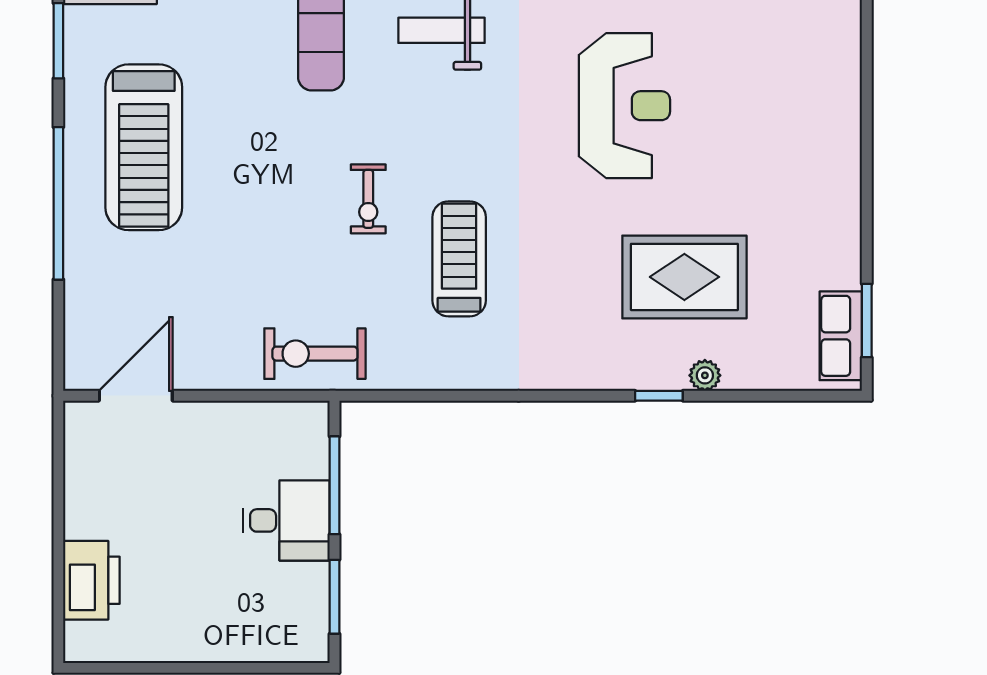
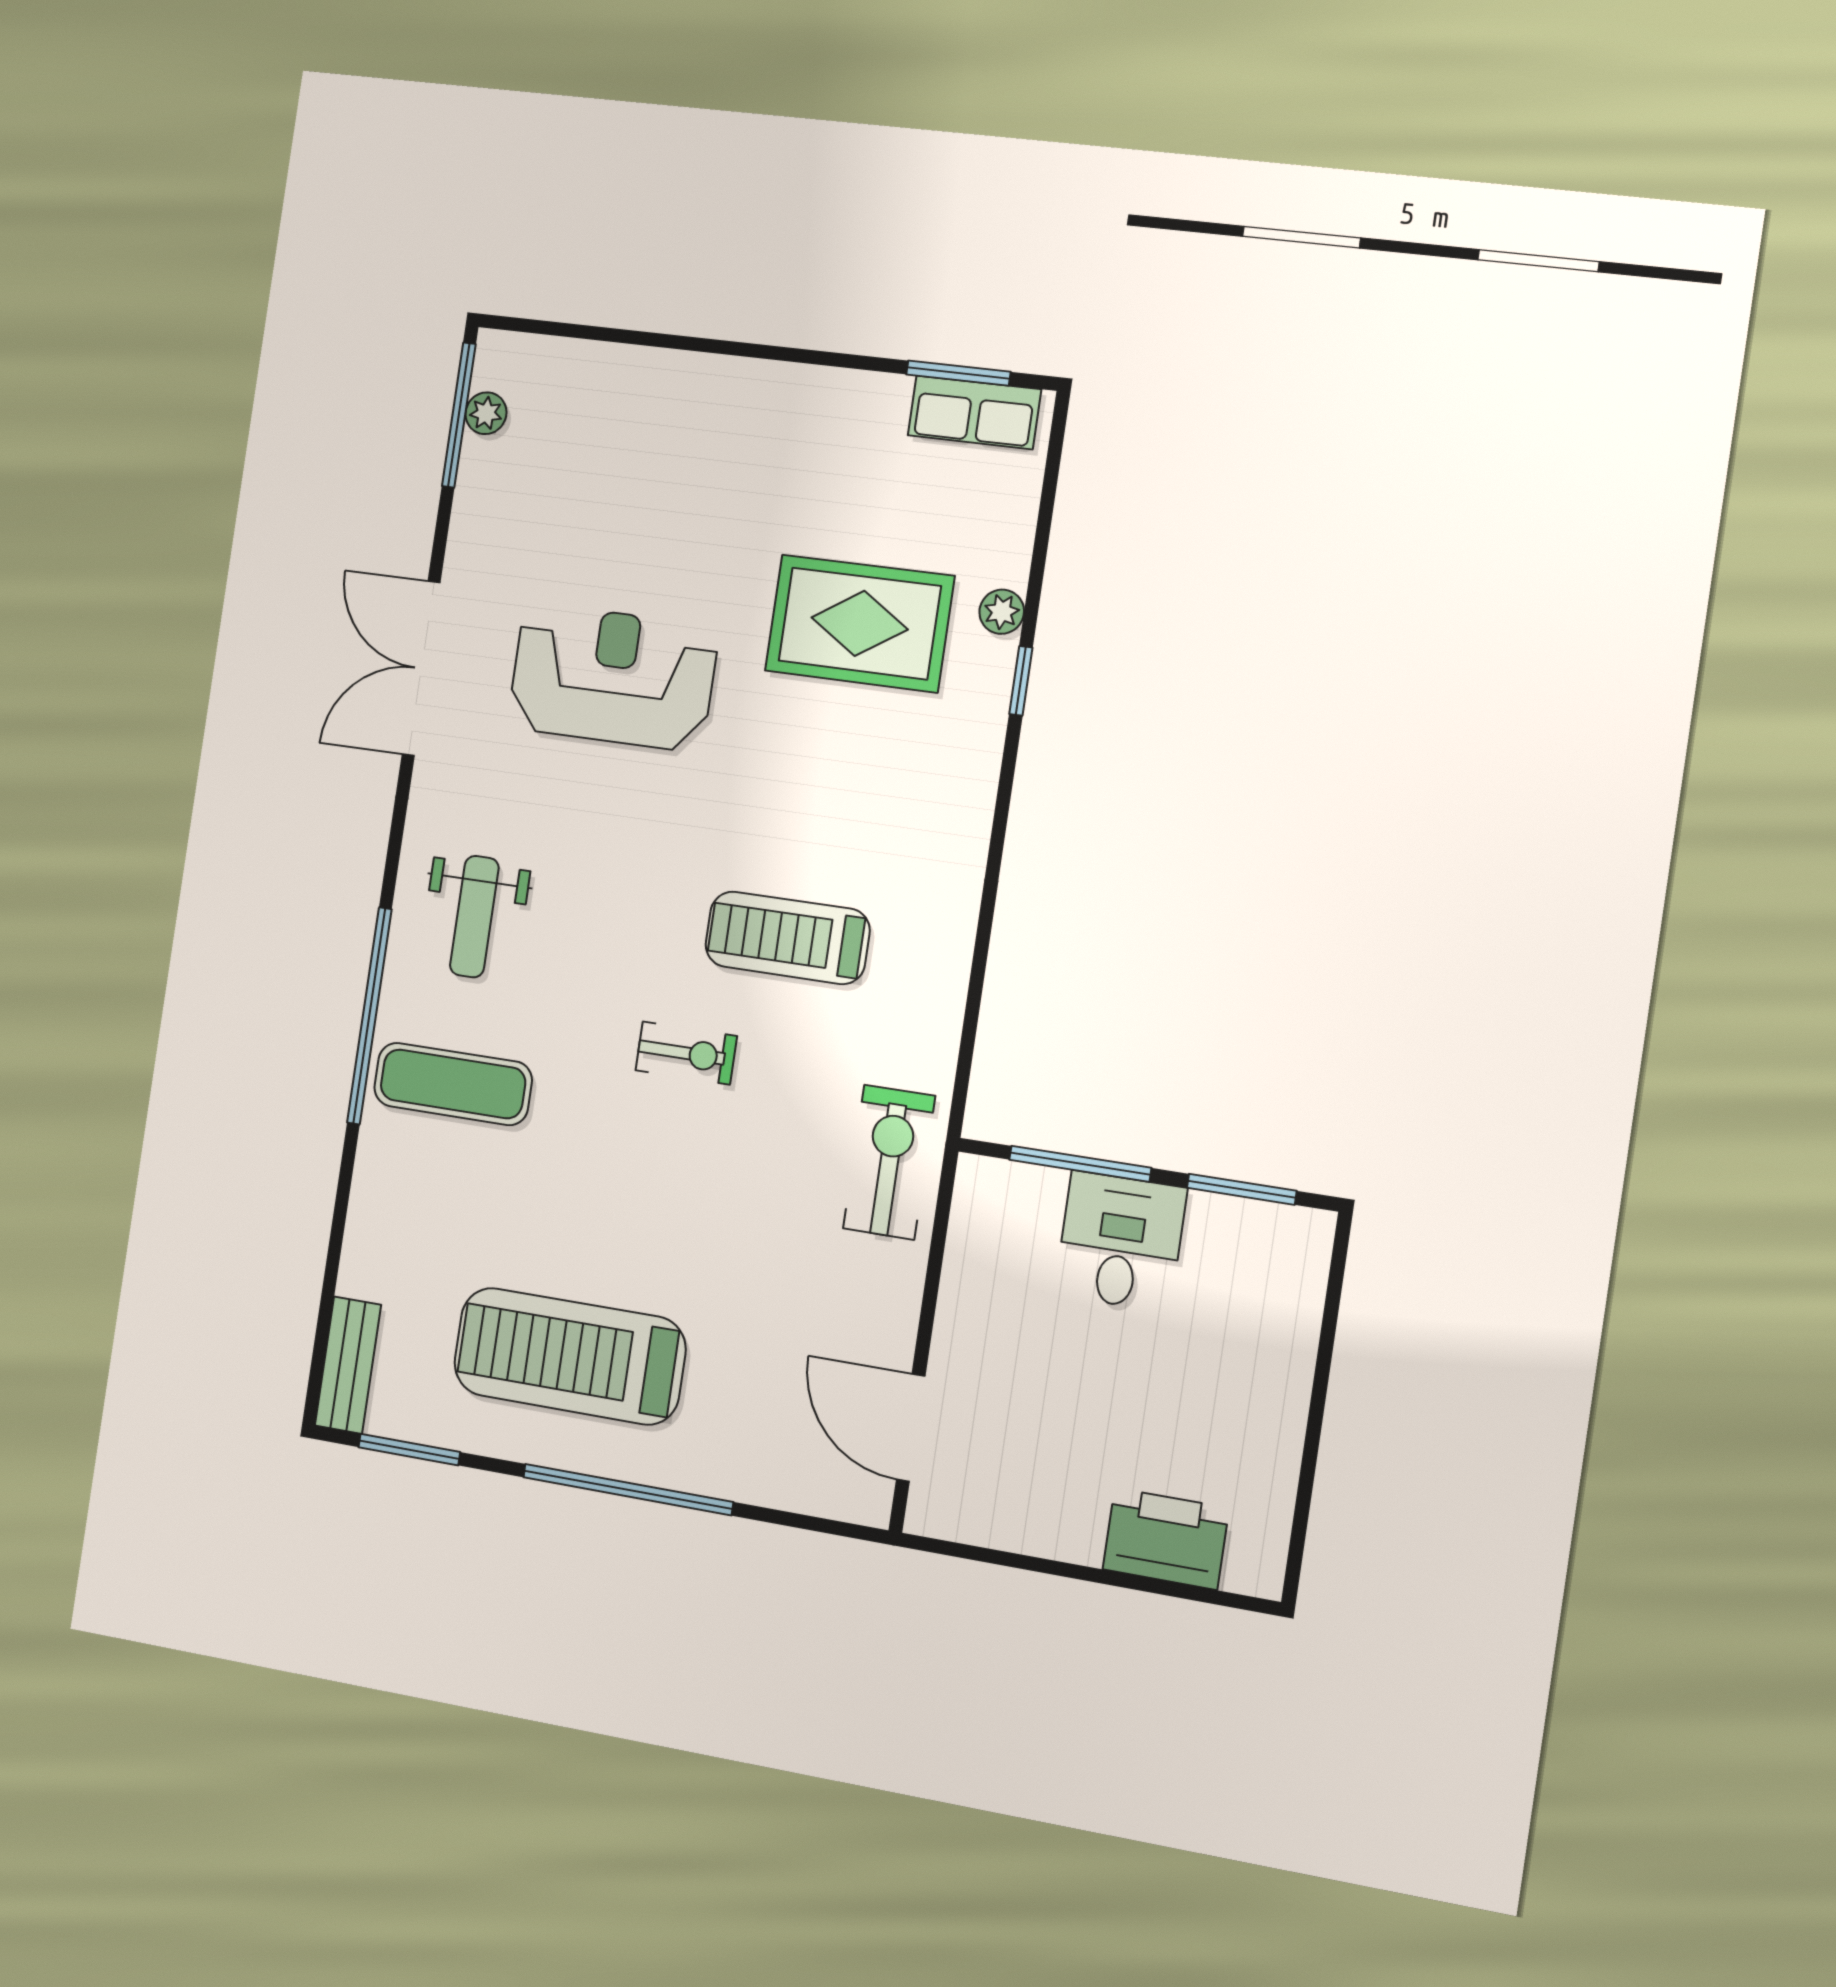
treadmill: (144, 147) -> (569, 1356), turned 180
rug: (684, 277) -> (860, 623), turned 90
exercise bike: (315, 354) -> (889, 1162), turned 180

